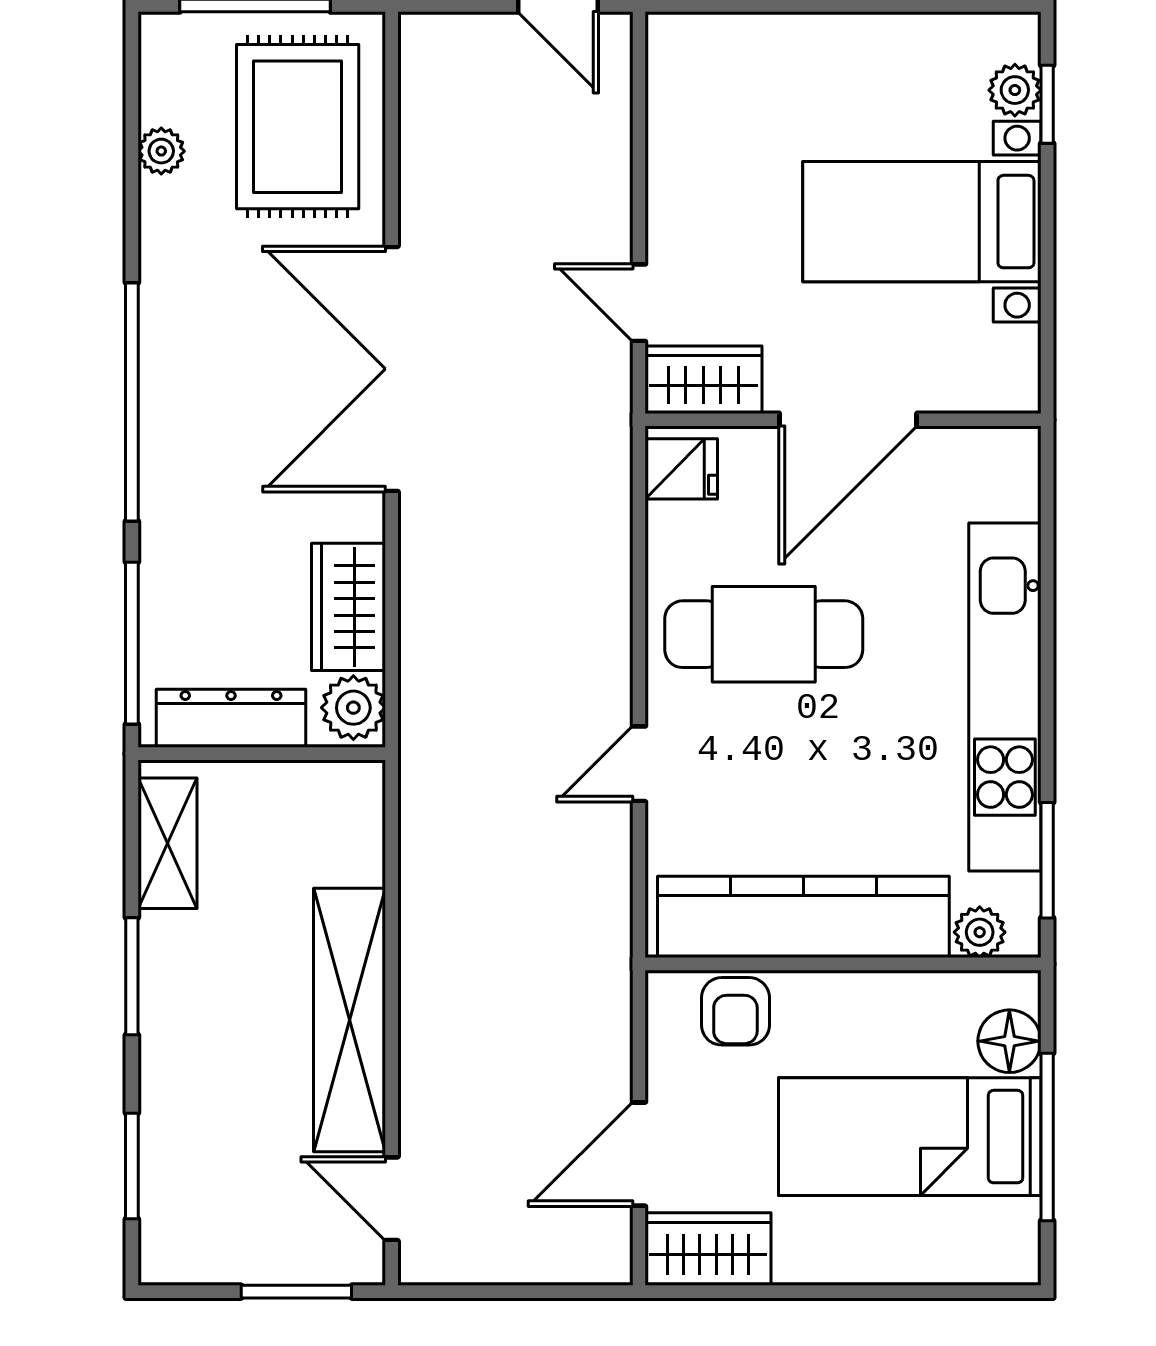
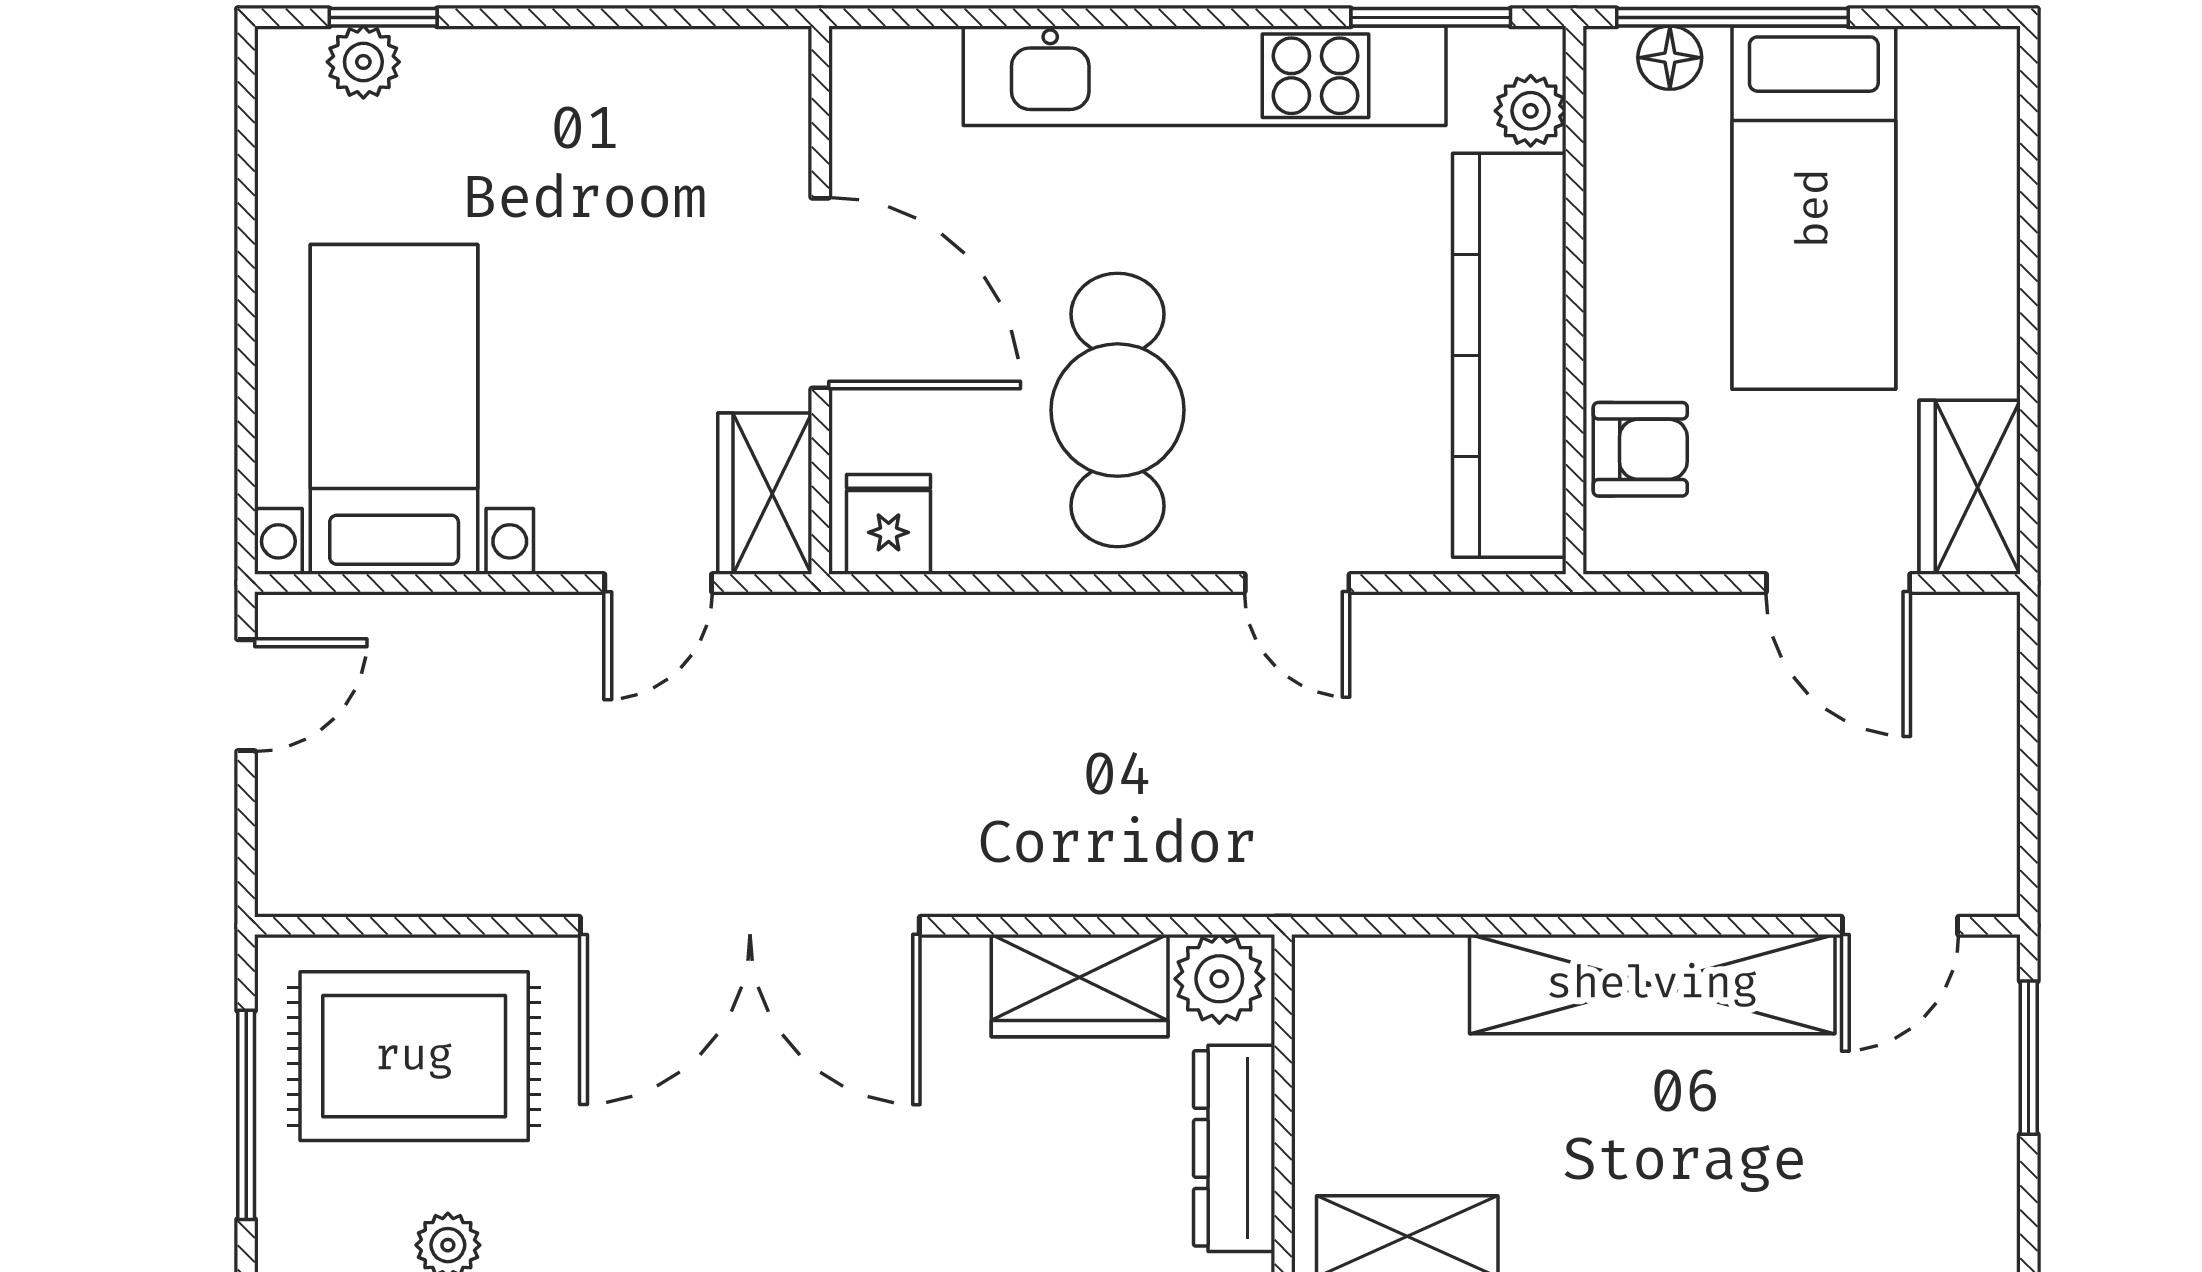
bed with nightstands: (922, 222) -> (394, 409), moved, turned 180
floor lamp: (1009, 1041) -> (1670, 58), width x0.73, depth x0.73
window: (1047, 1137) -> (1732, 17), moved

